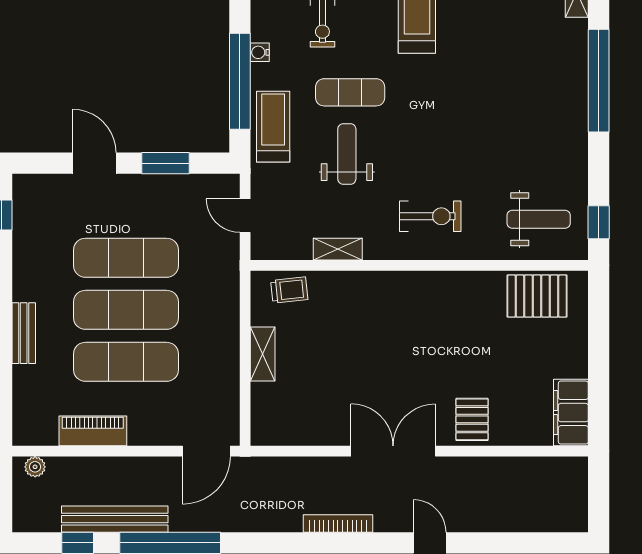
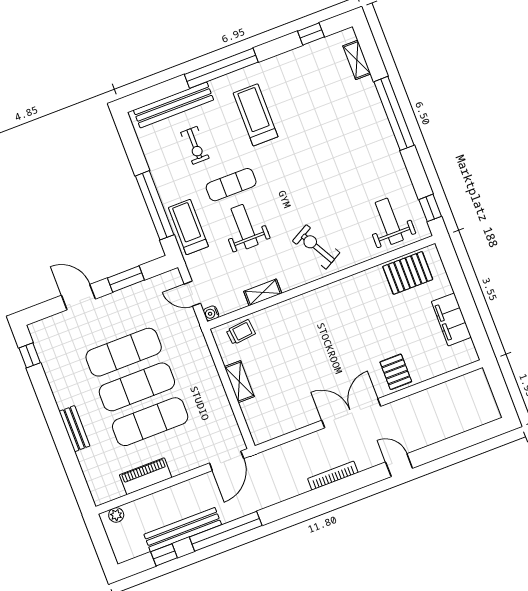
water cooler: (260, 52) -> (211, 313), moved
exercise bike: (430, 216) -> (316, 247), turned -119
weight bench: (539, 219) -> (389, 221), turned -90
filing cabinet: (571, 413) -> (451, 319), moved

